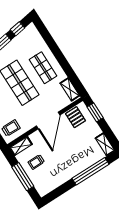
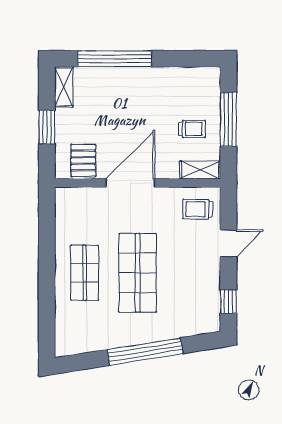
window: (18, 29) -> (85, 361), removed
shelving: (70, 89) -> (64, 211), removed
window: (95, 112) -> (47, 127), moved

